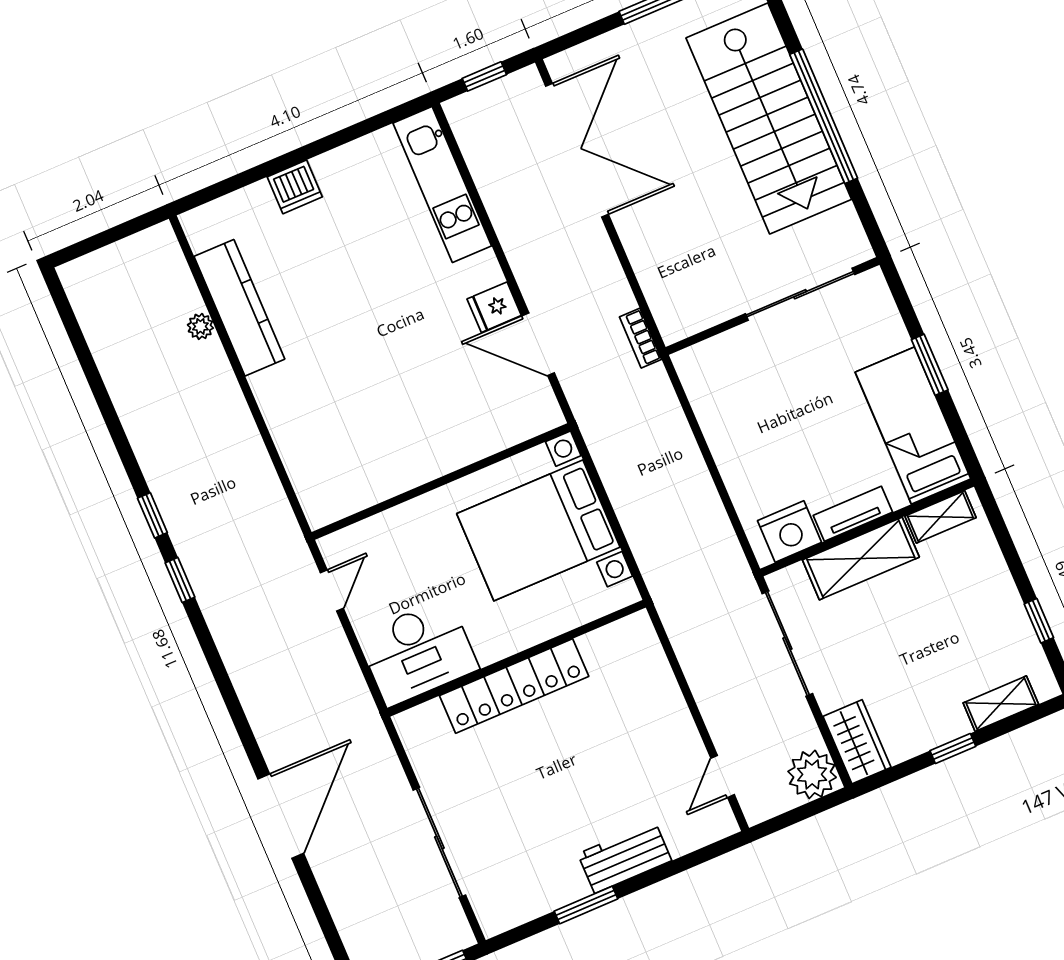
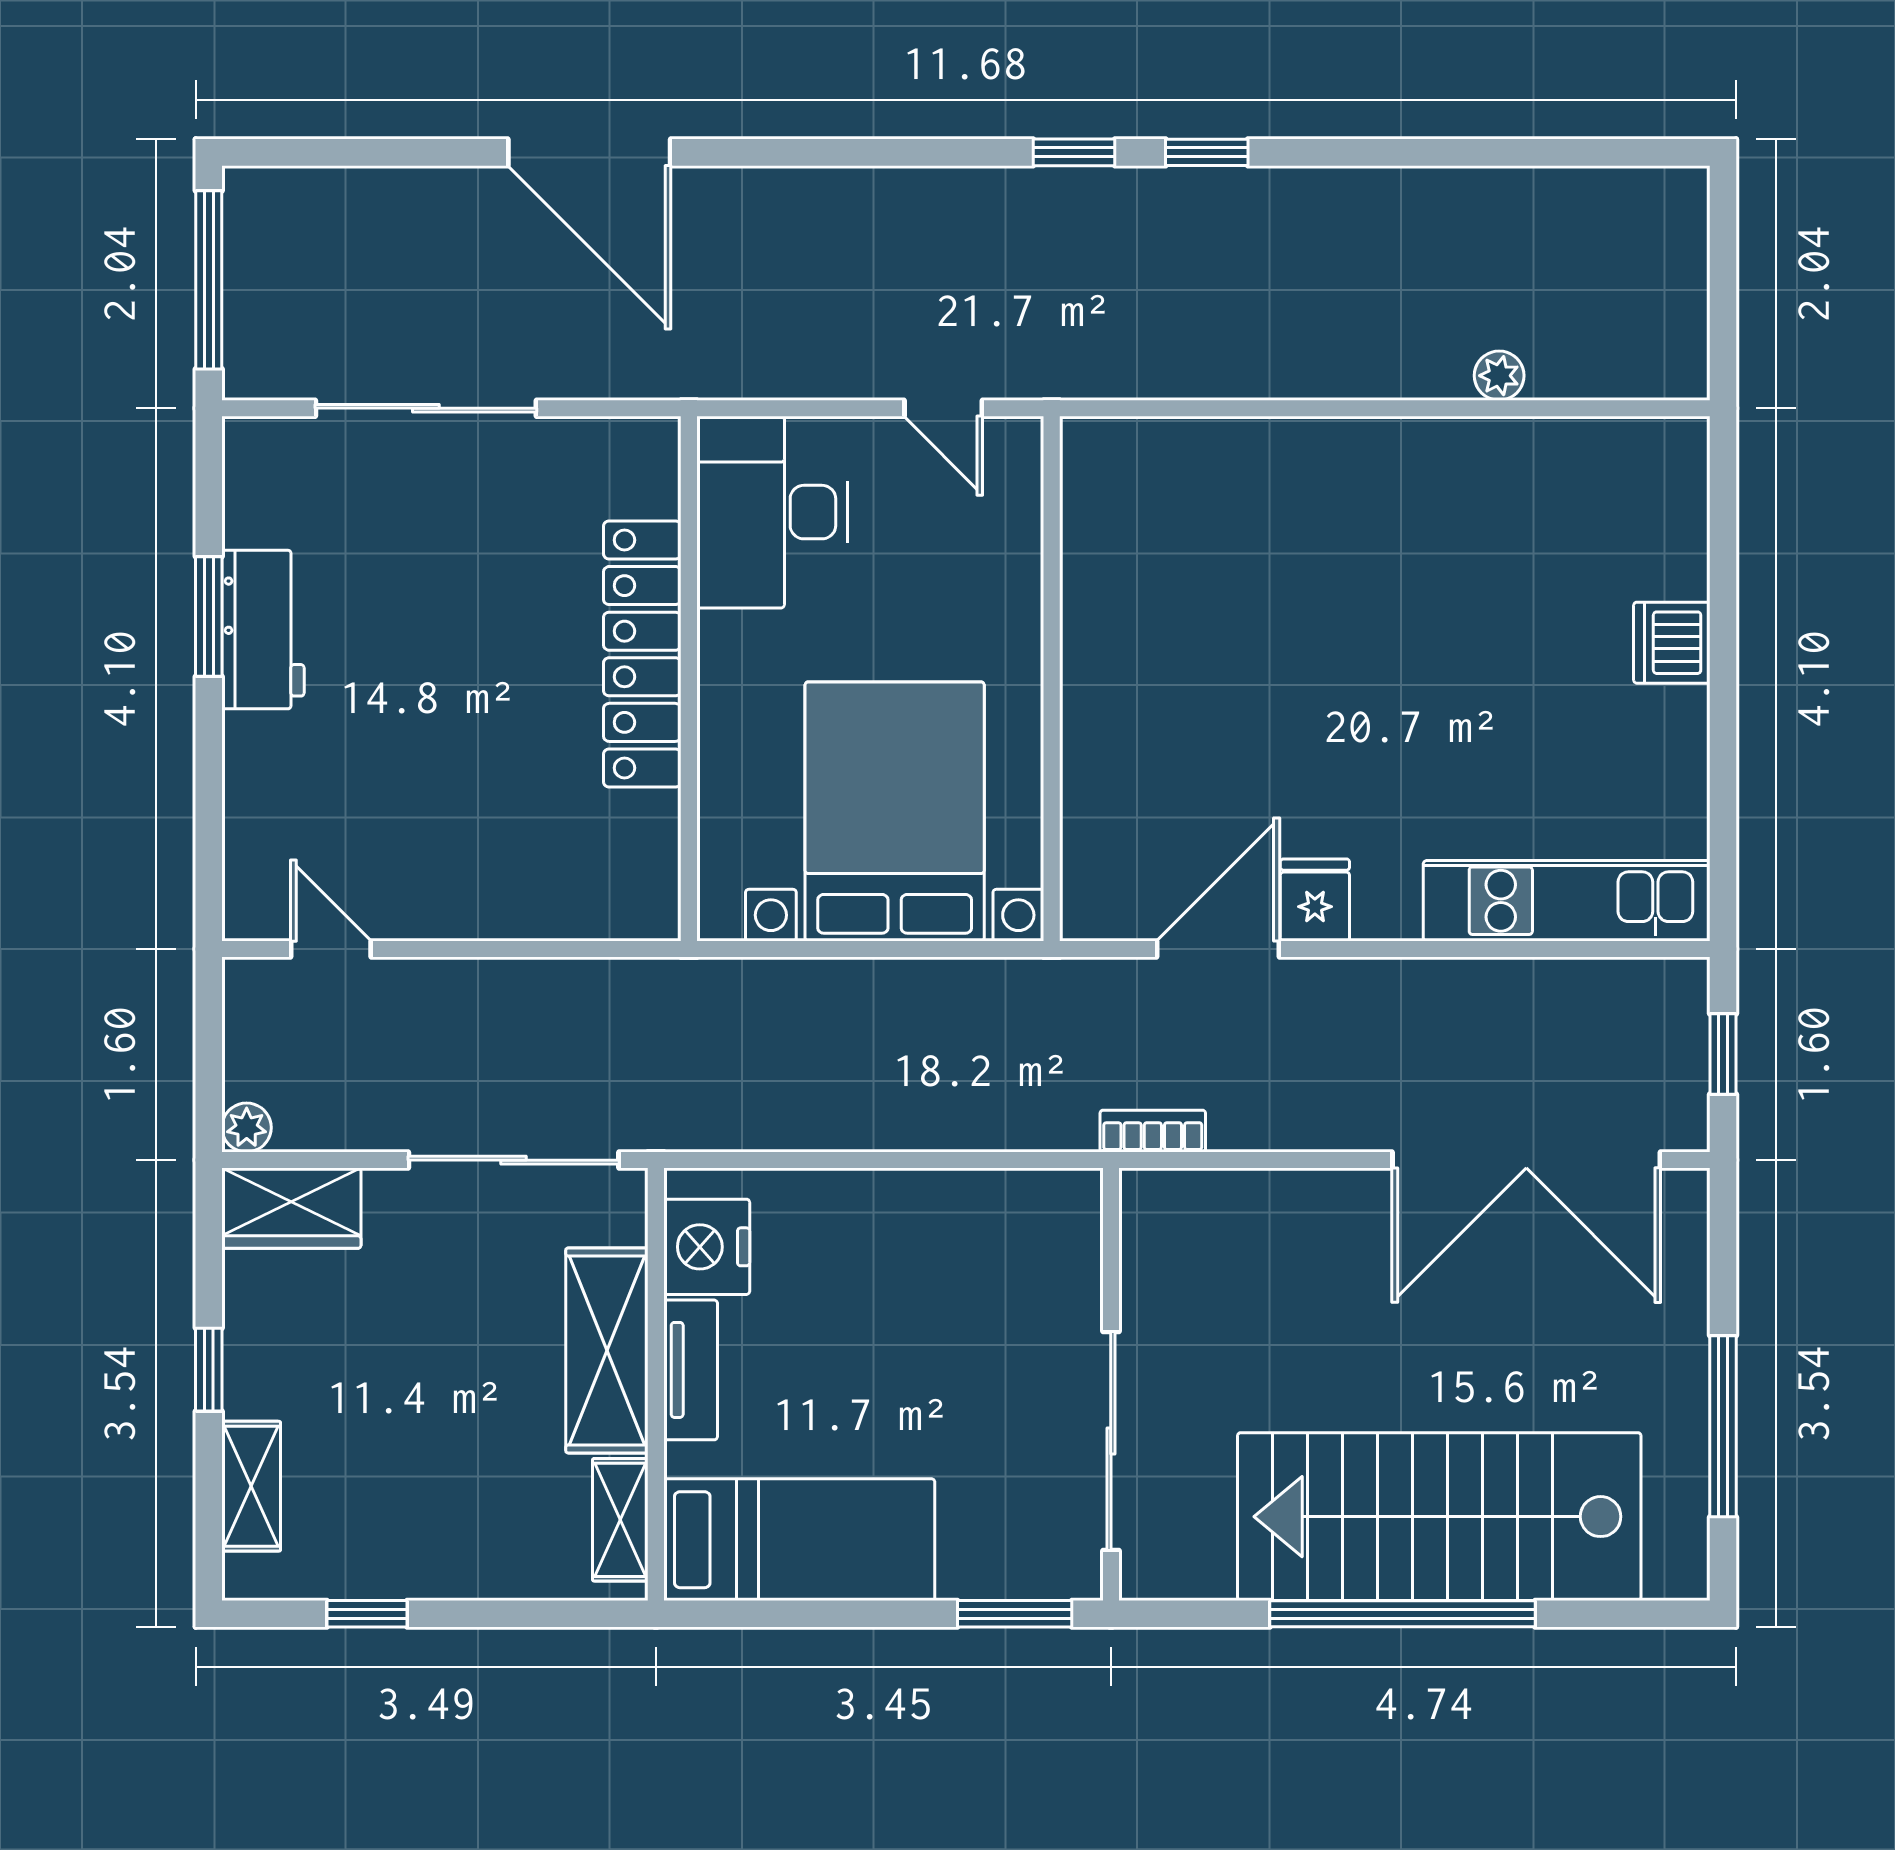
kitchen counter: (239, 308) -> (1503, 457), removed
window: (930, 365) -> (1015, 1614), moved
plant: (812, 774) -> (247, 1128), width x0.53, depth x0.53
workbench: (625, 857) -> (263, 630), moved

